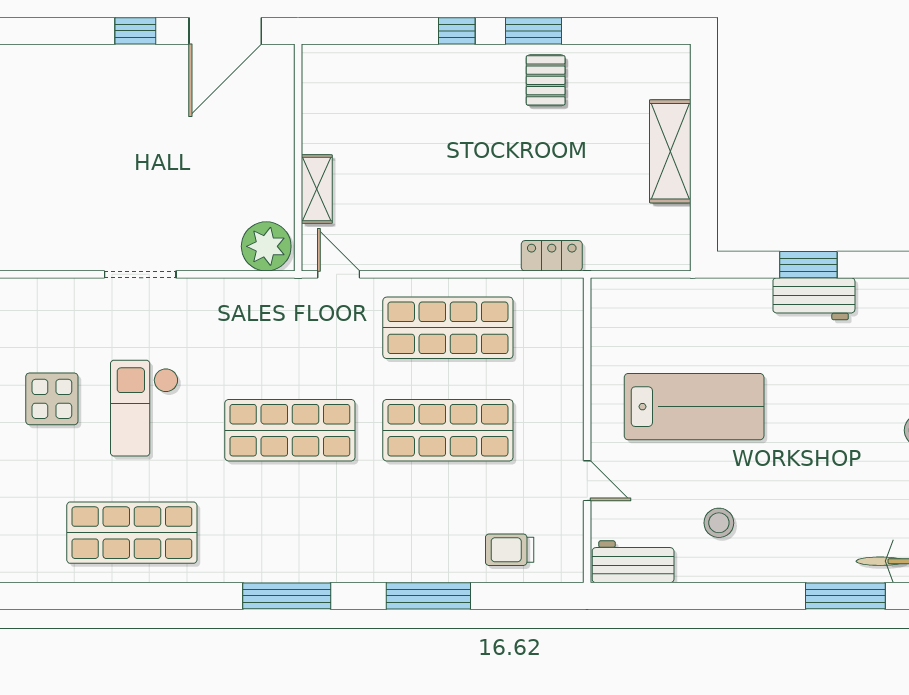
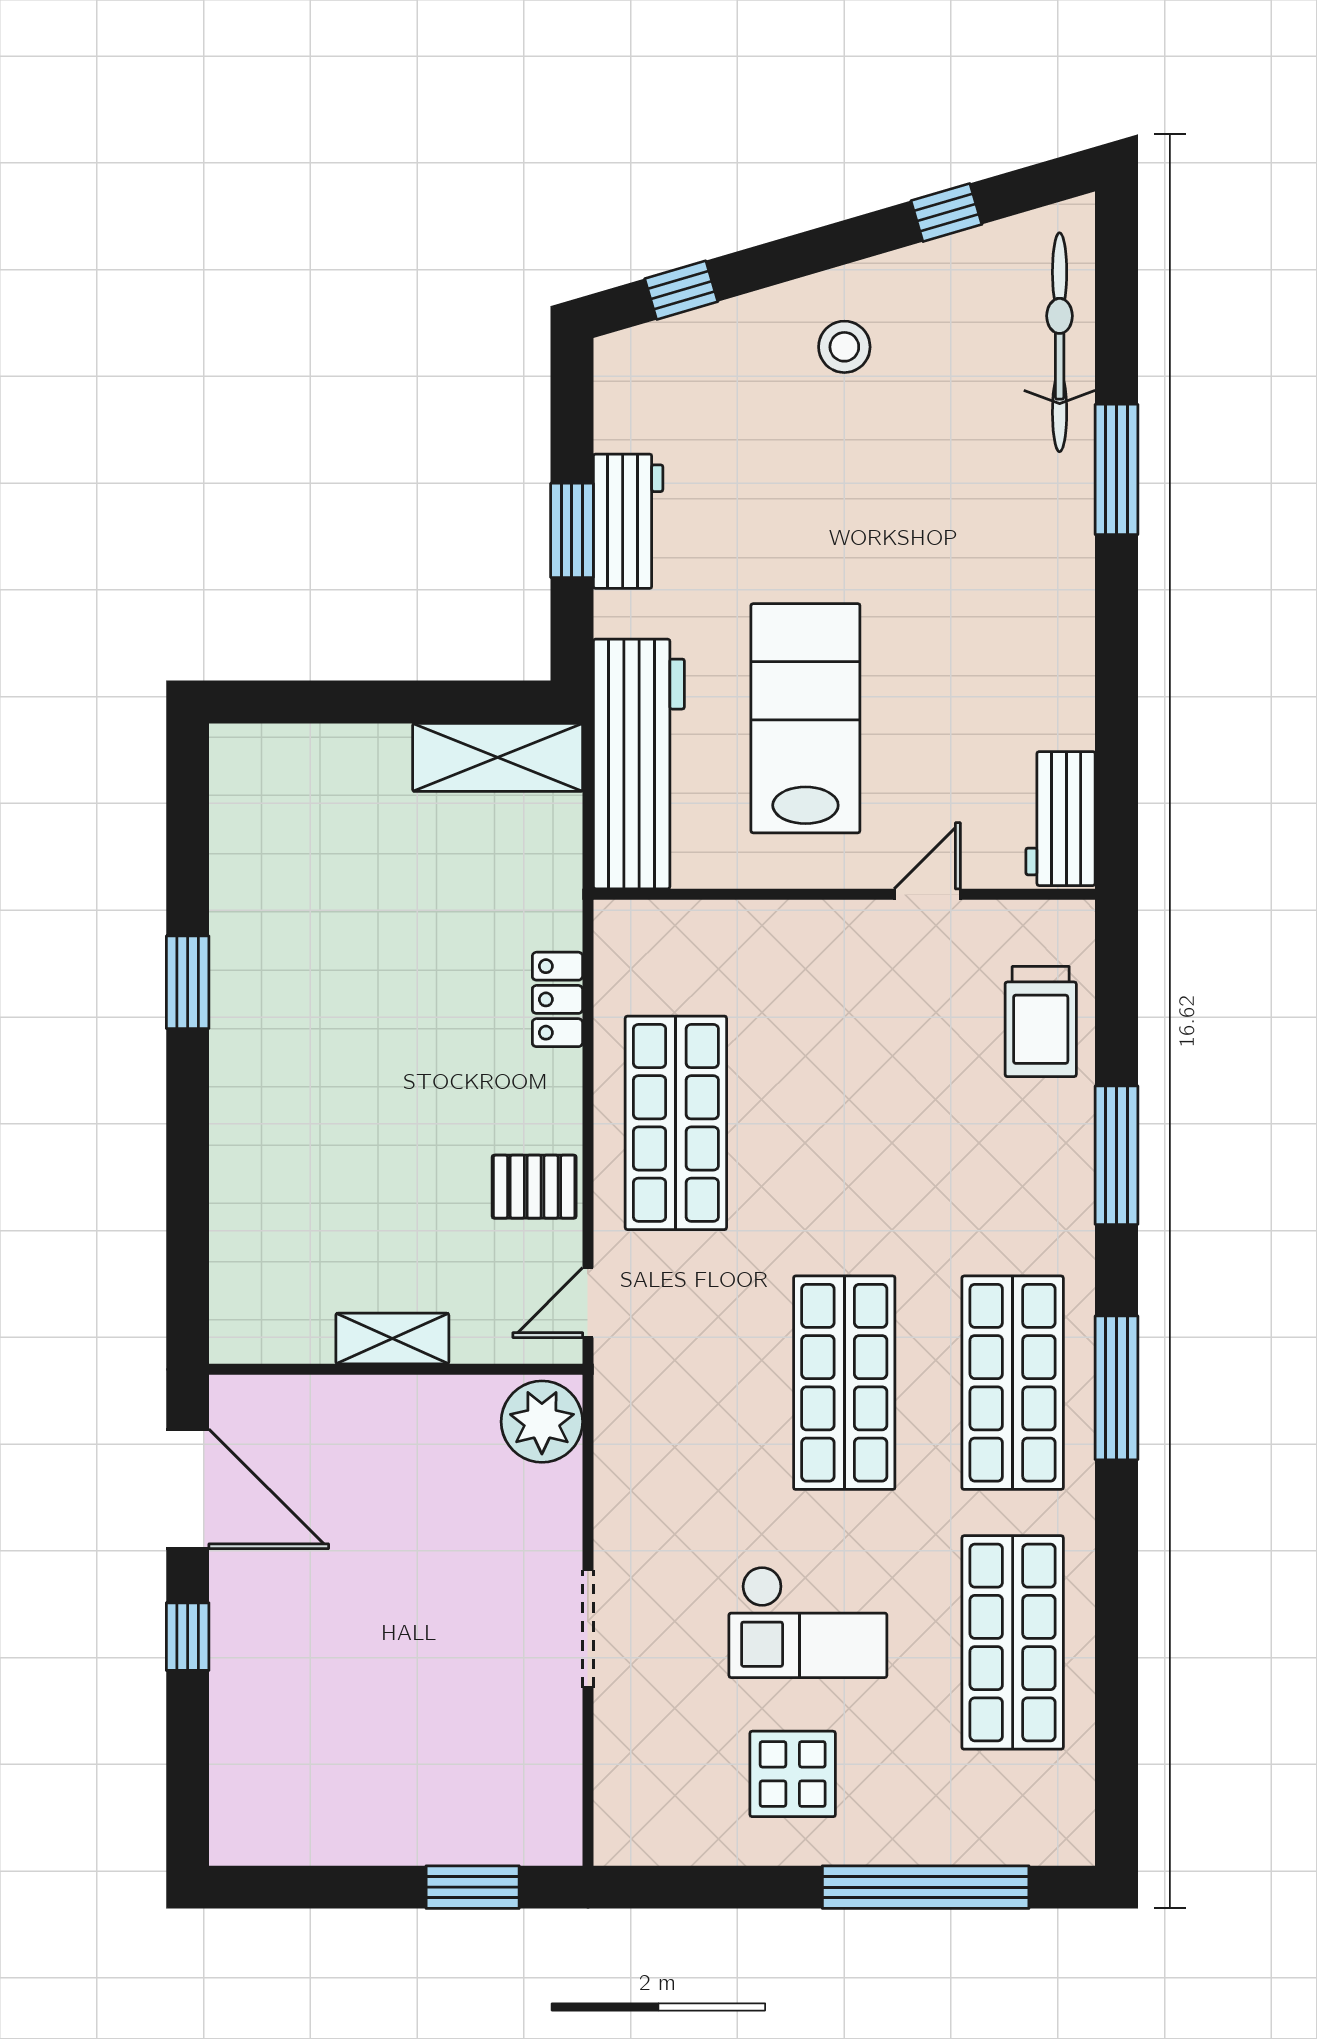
window: (457, 31) -> (188, 1108), removed
pallet: (546, 80) -> (534, 1187), moved
shelving: (670, 151) -> (498, 757), moved
shelving: (317, 189) -> (392, 1339), moved
locker: (552, 256) -> (557, 999), moved
workbench: (666, 305) -> (639, 764), added
shop shelf: (448, 430) -> (1013, 1383), moved
stool: (719, 523) -> (996, 677), removed
trolley: (510, 550) -> (1041, 1022), width x1.36, depth x1.39

